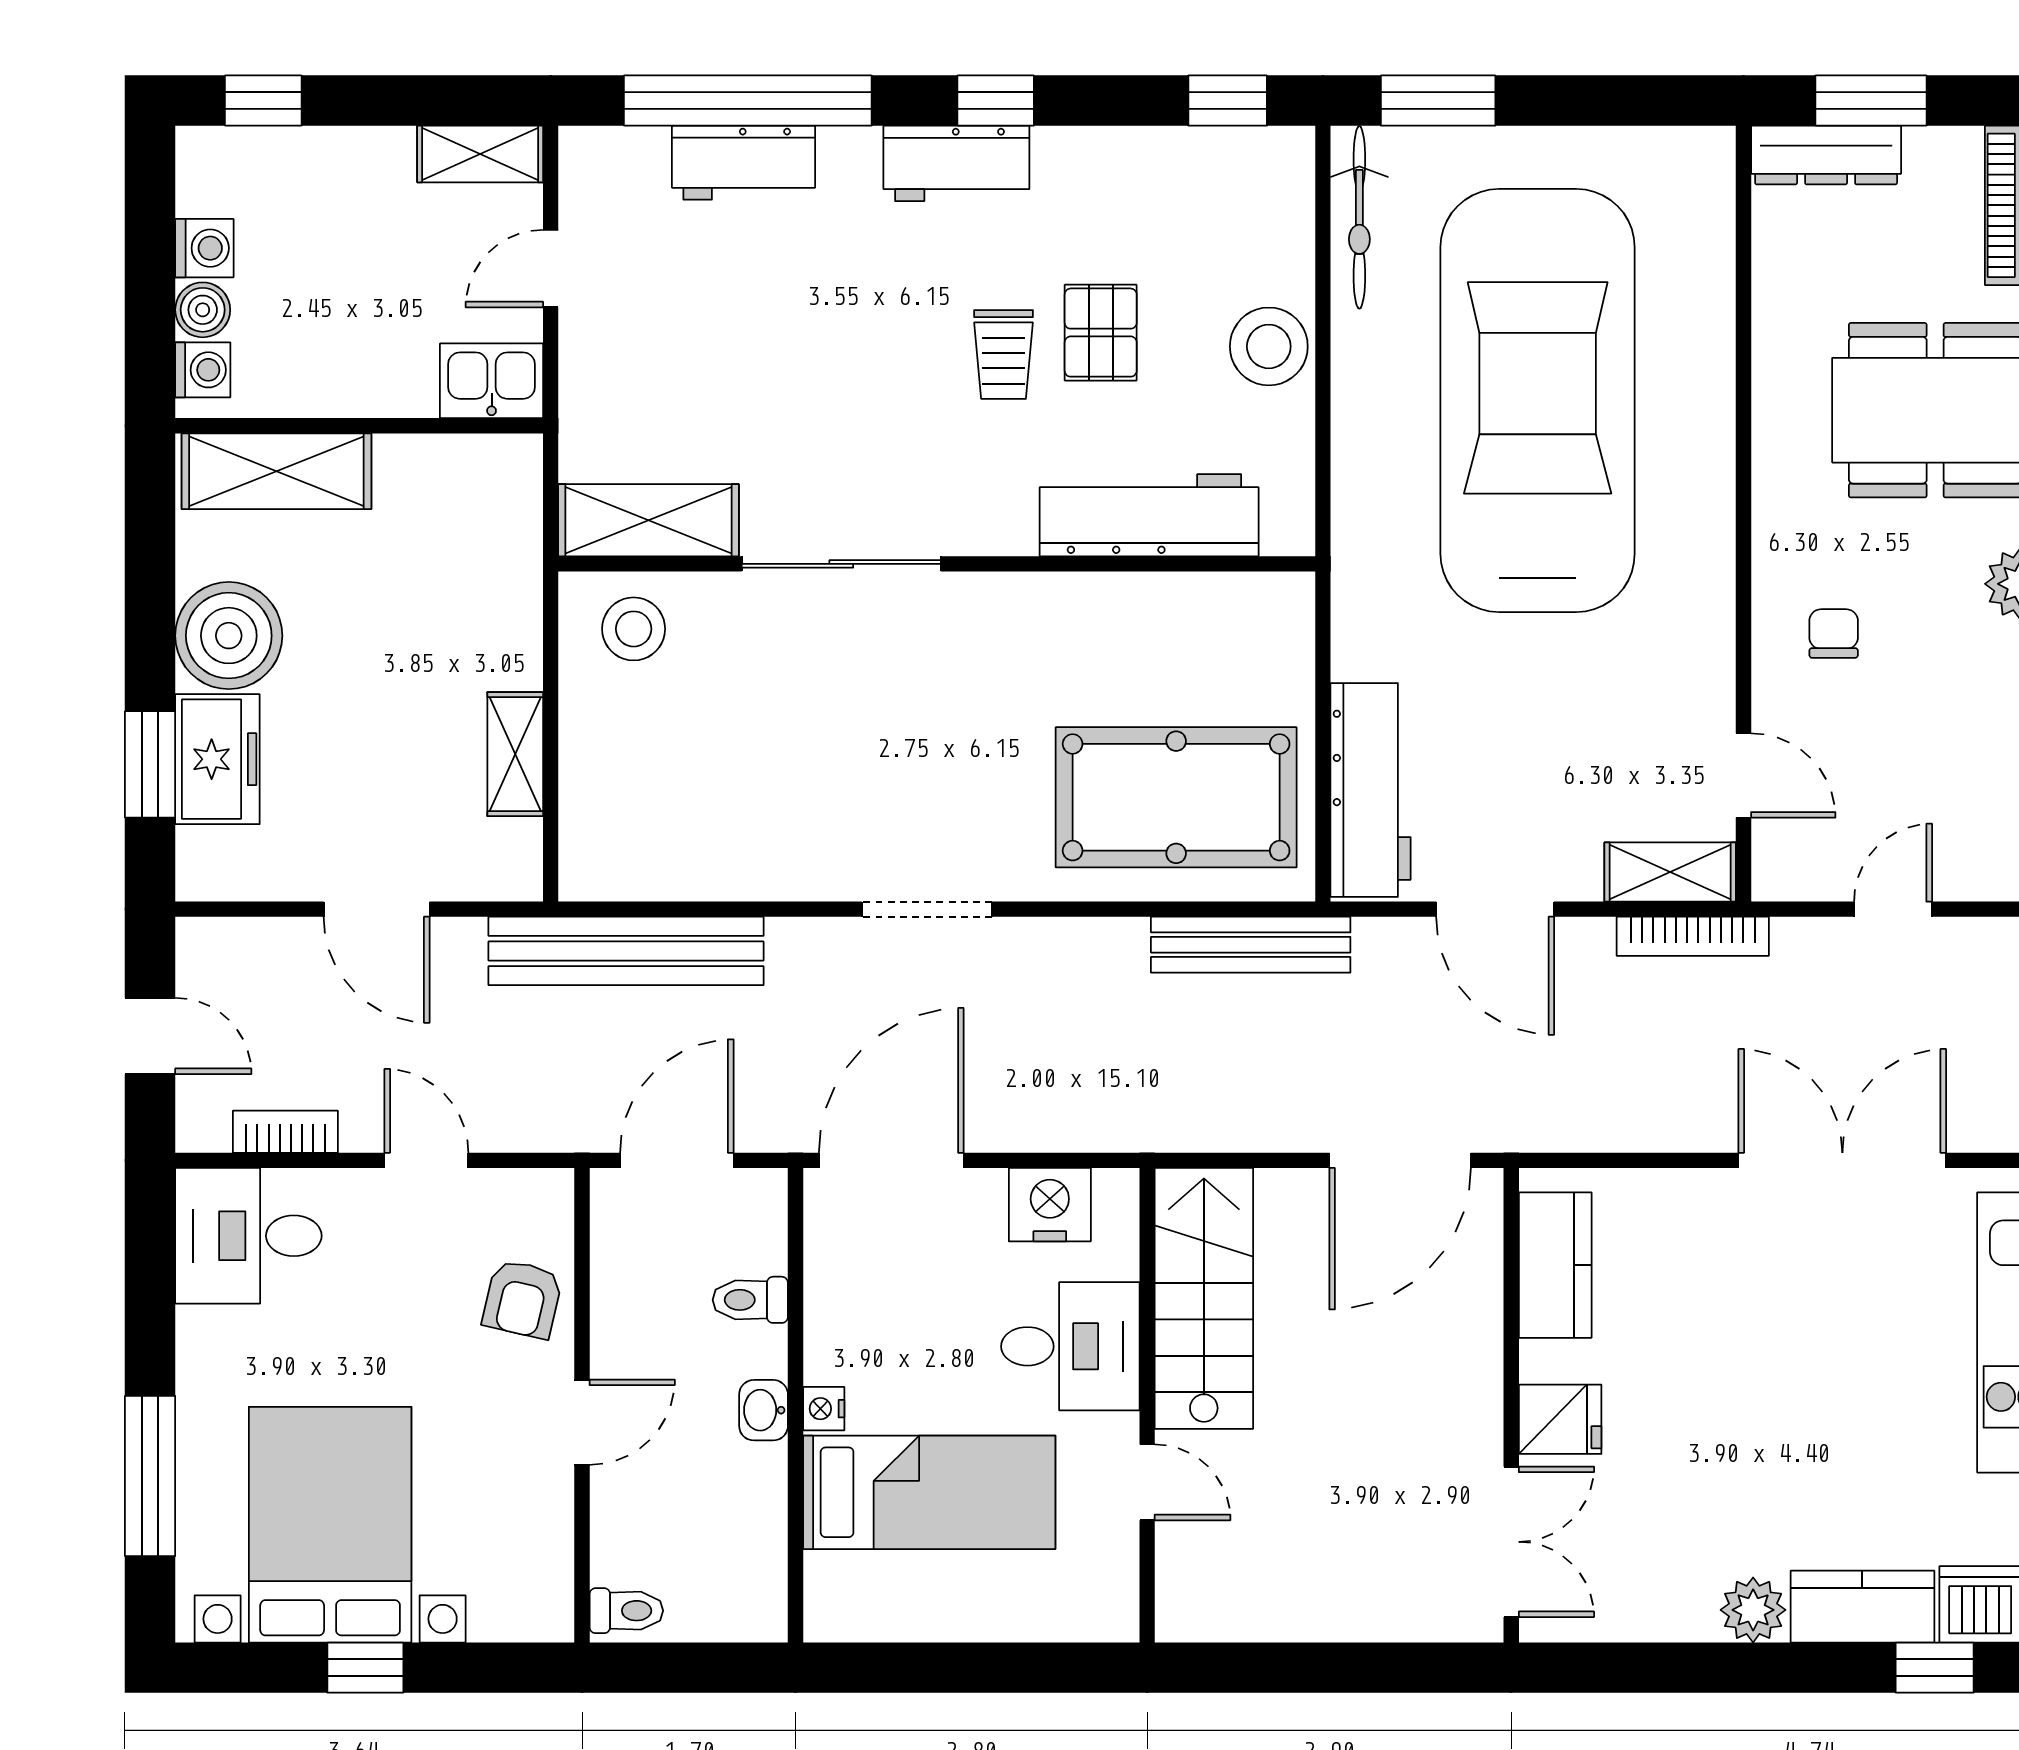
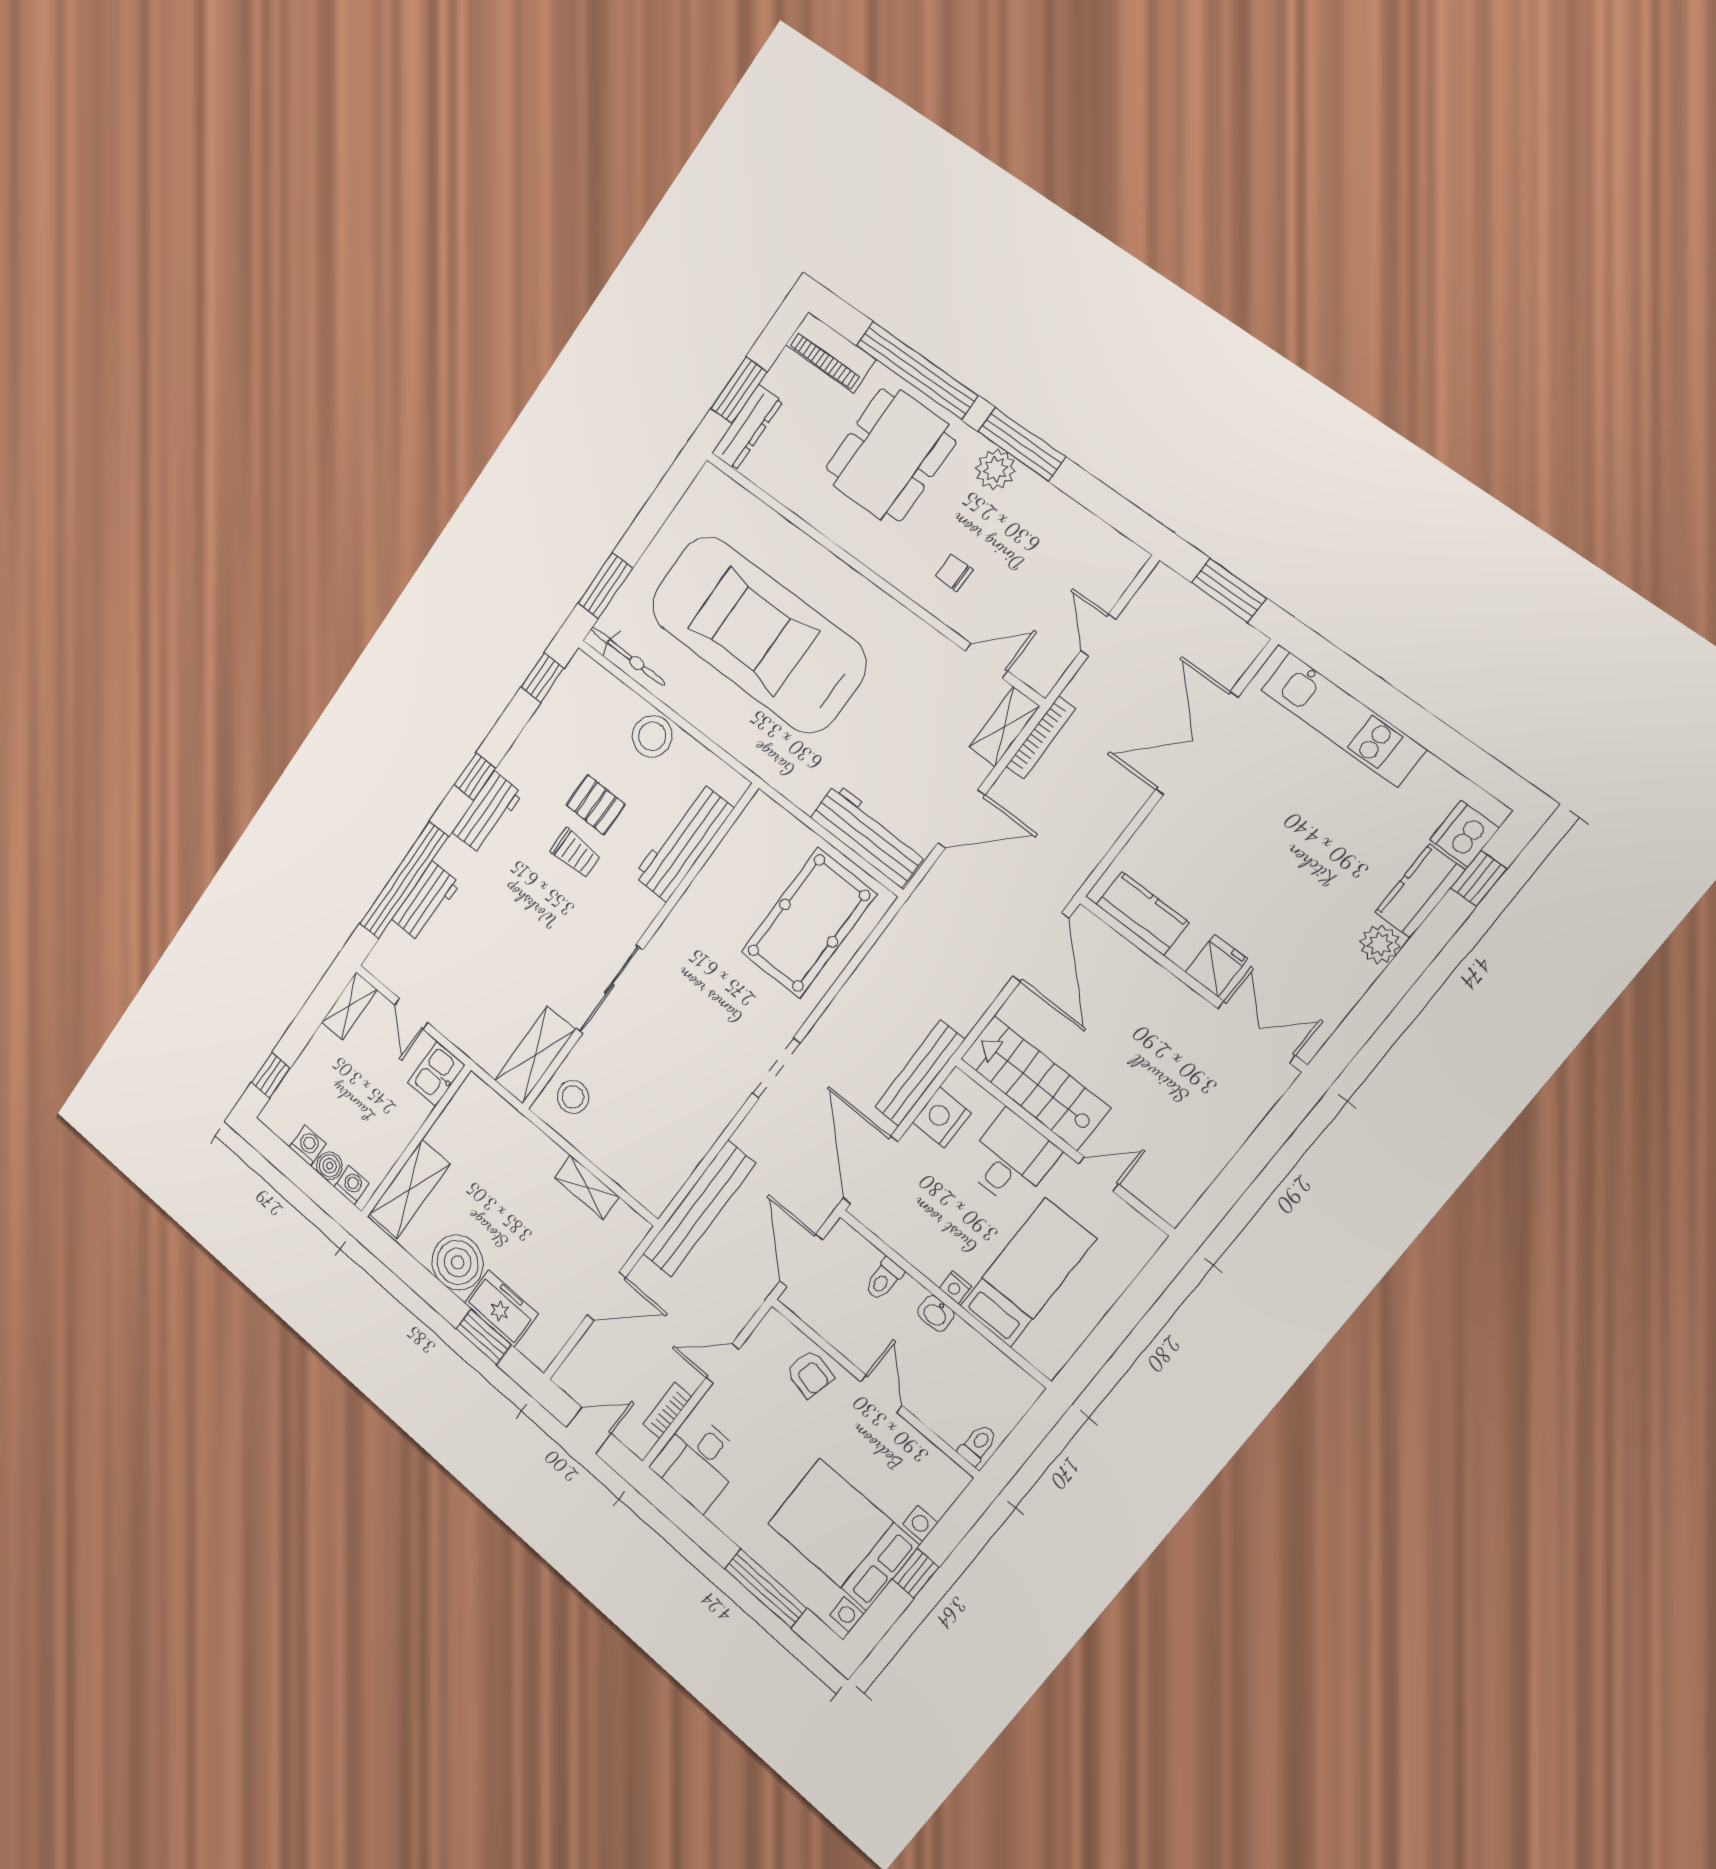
bench: (1251, 945) -> (920, 1073), moved

